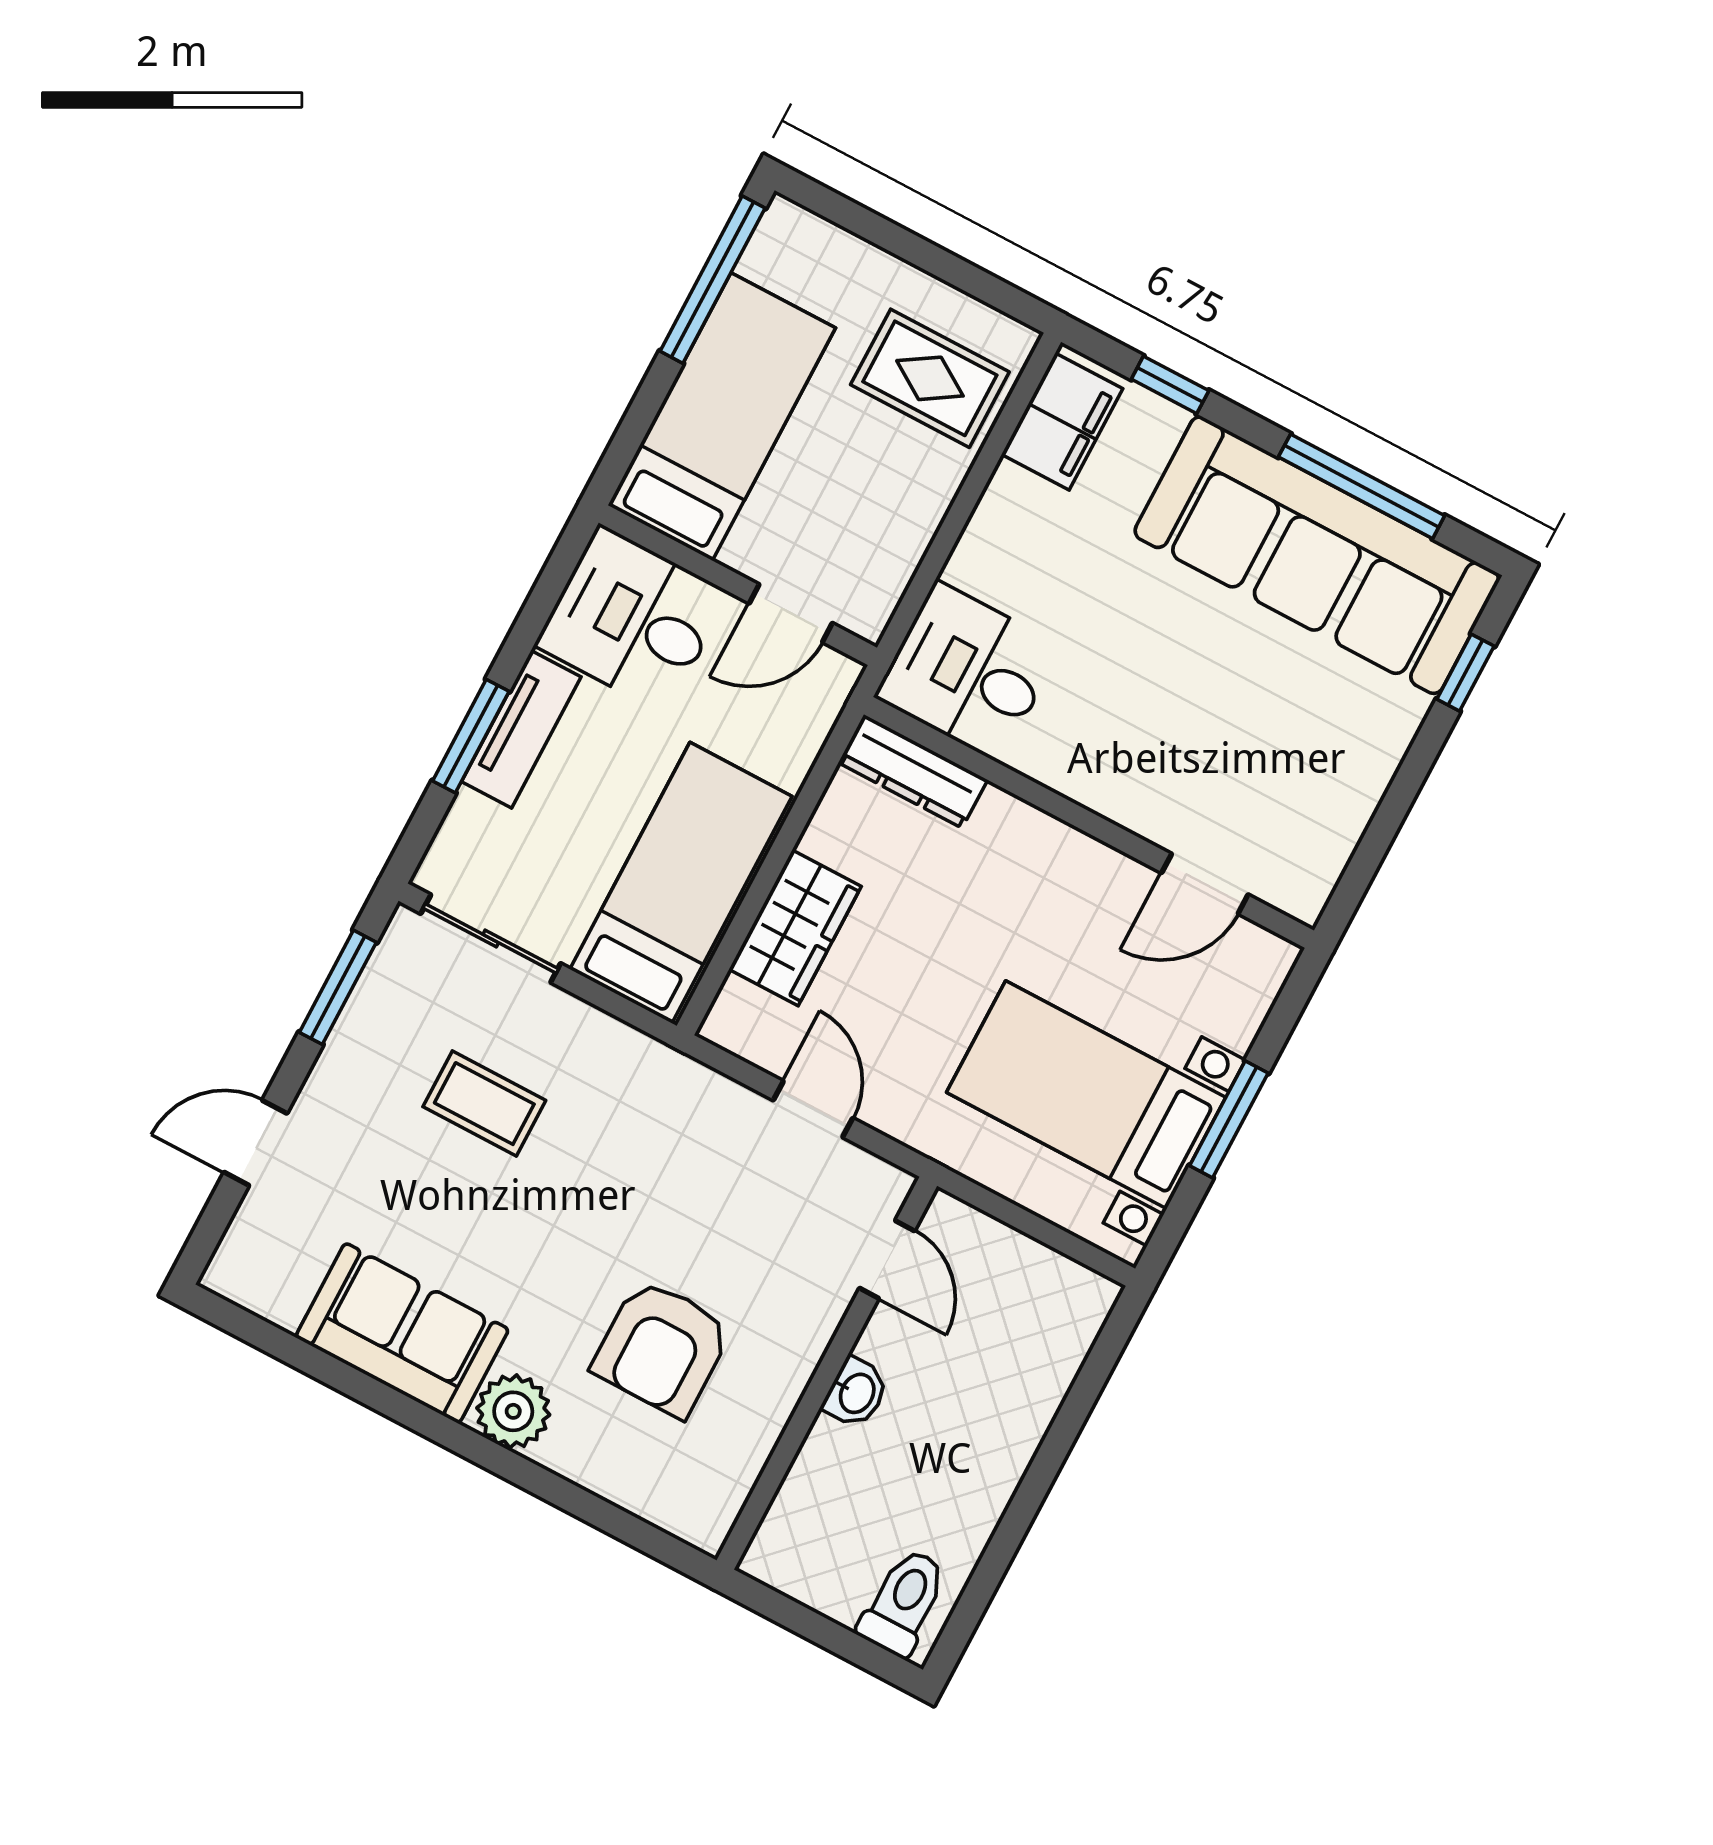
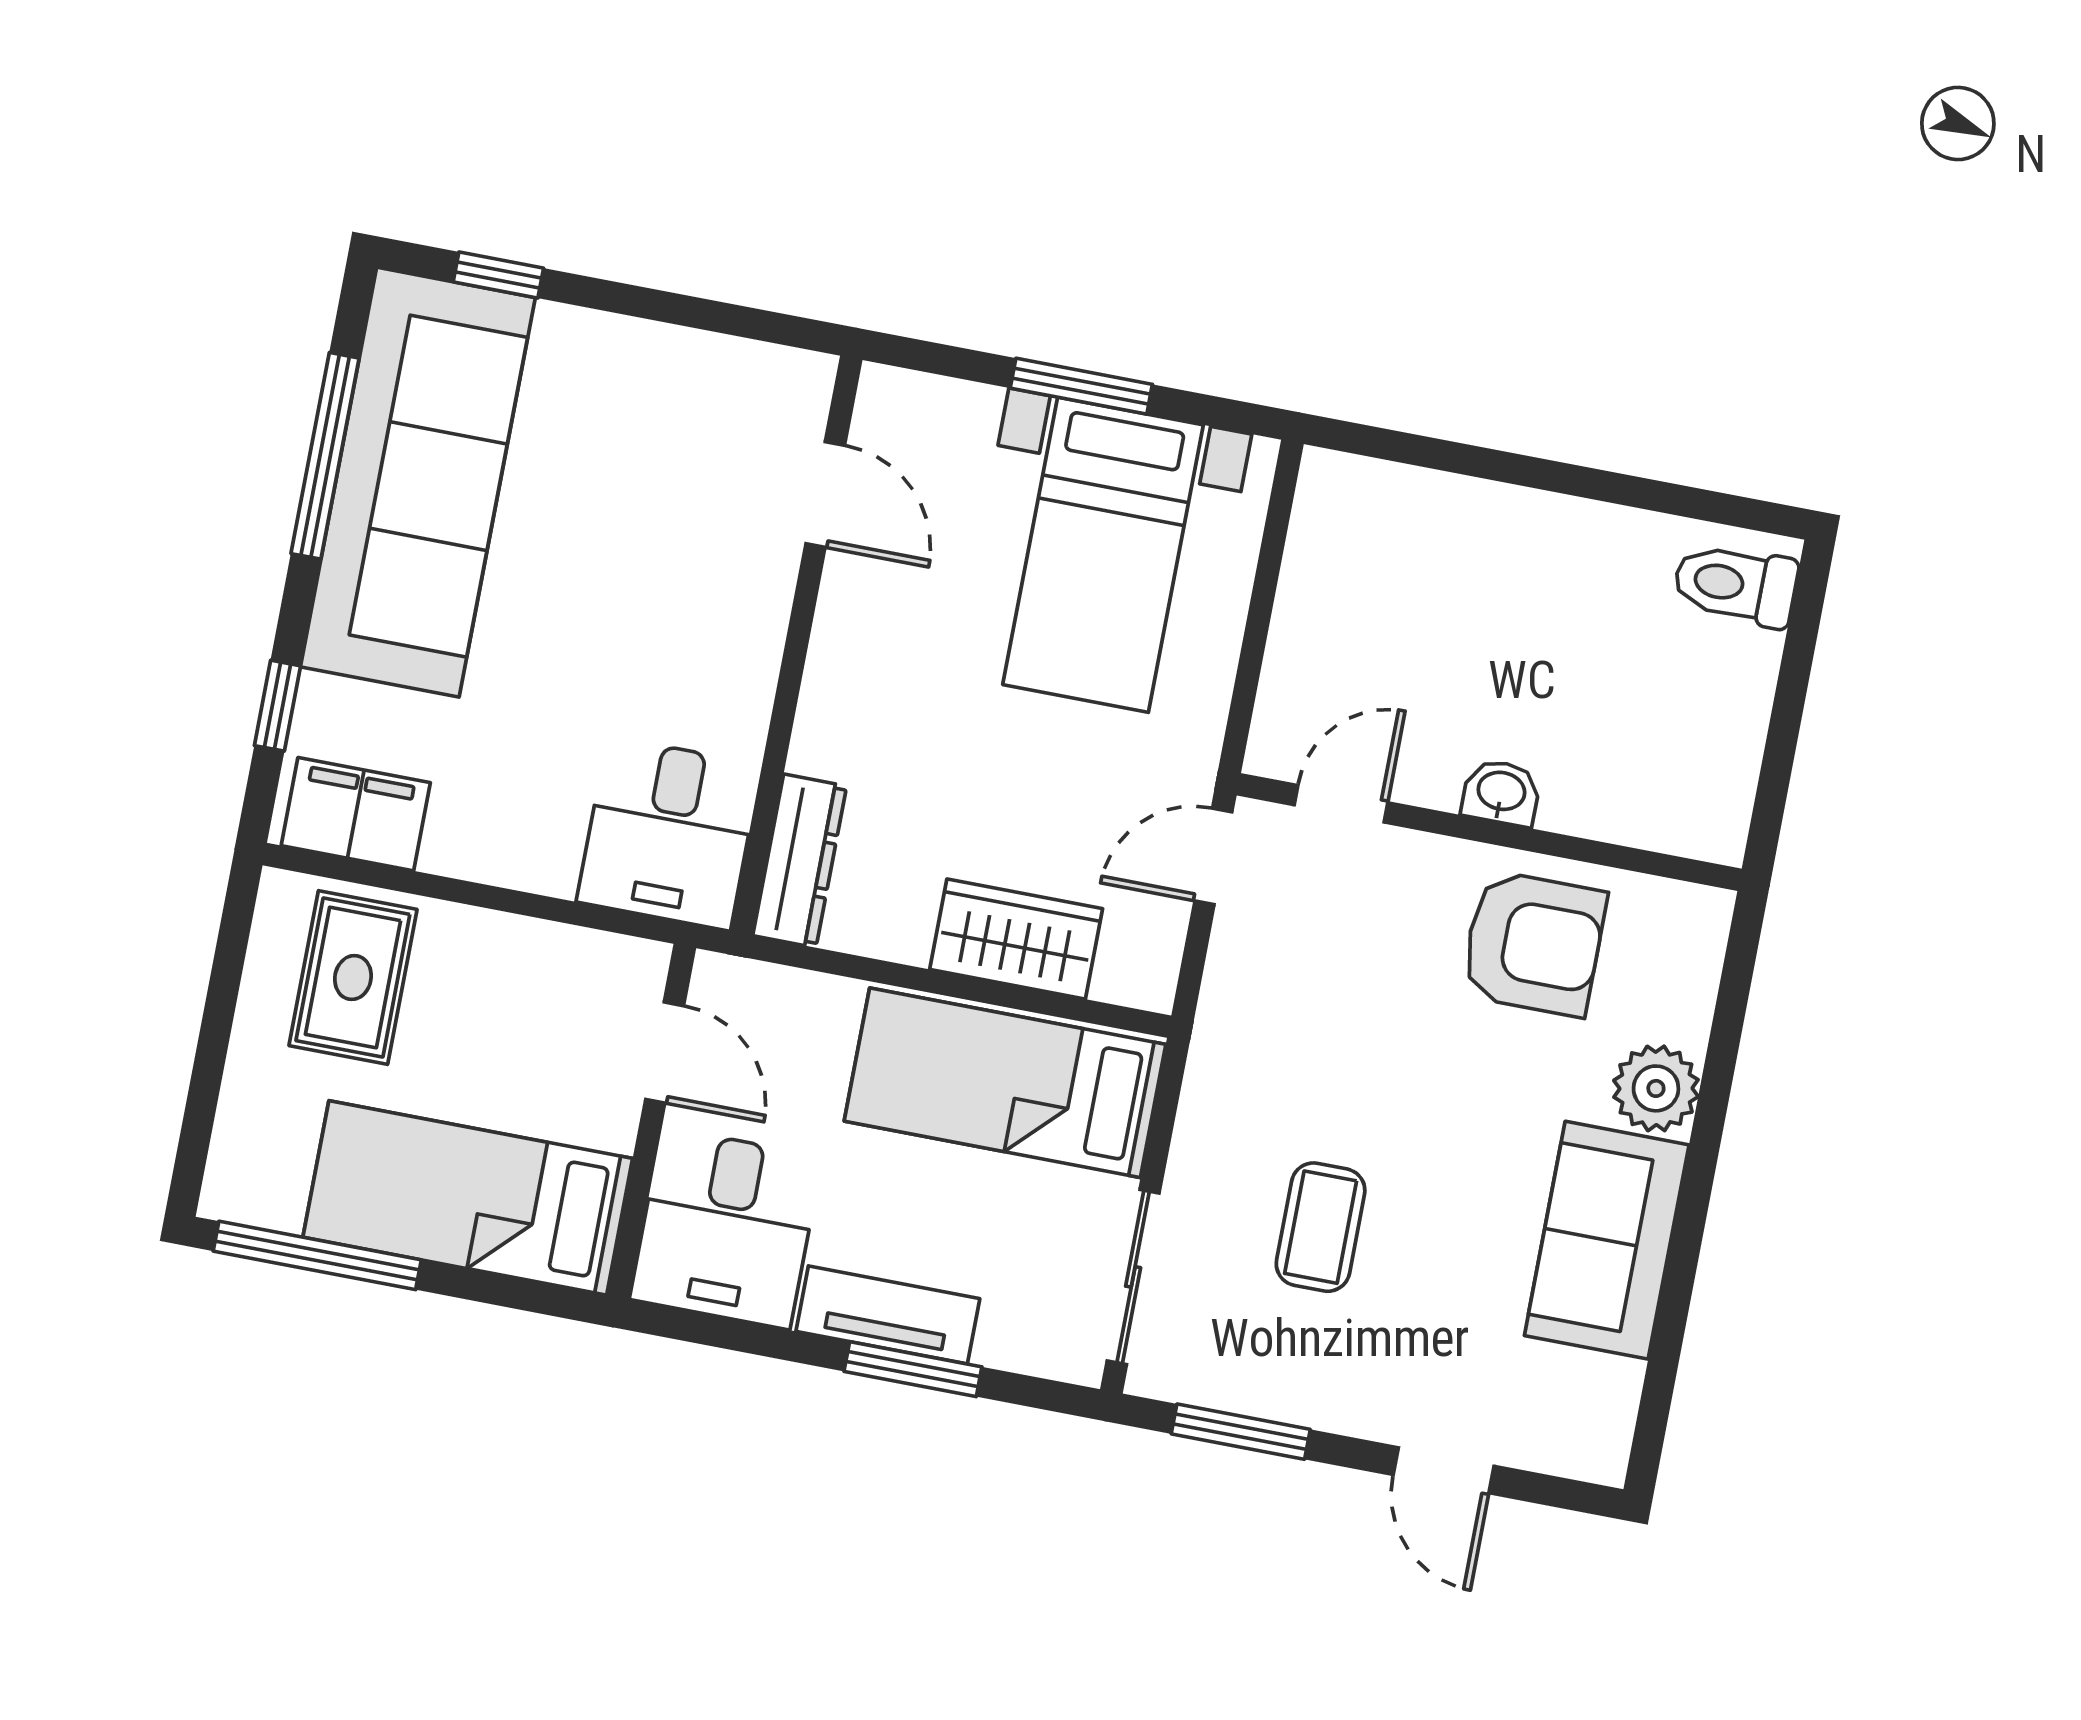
door: (887, 1260) -> (1341, 804), moved
wall: (827, 1373) -> (1489, 832), moved
washbasin: (856, 1393) -> (1501, 793), moved

